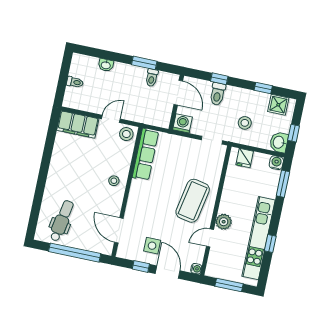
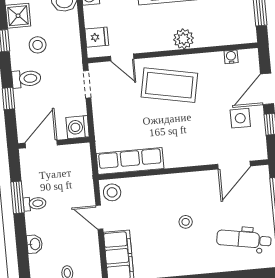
toilet: (152, 78) -> (35, 204), moved
toilet: (218, 94) -> (26, 79), moved
stool: (245, 123) -> (38, 45), moved
stool: (114, 181) -> (186, 222), moved
door: (210, 238) -> (122, 57), moved
water cooler: (196, 269) -> (231, 57), moved

